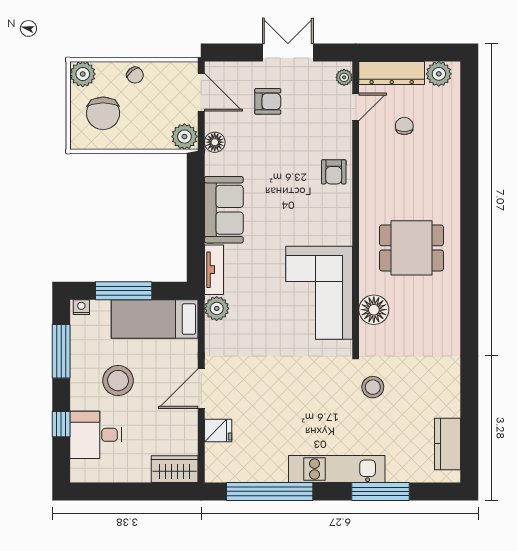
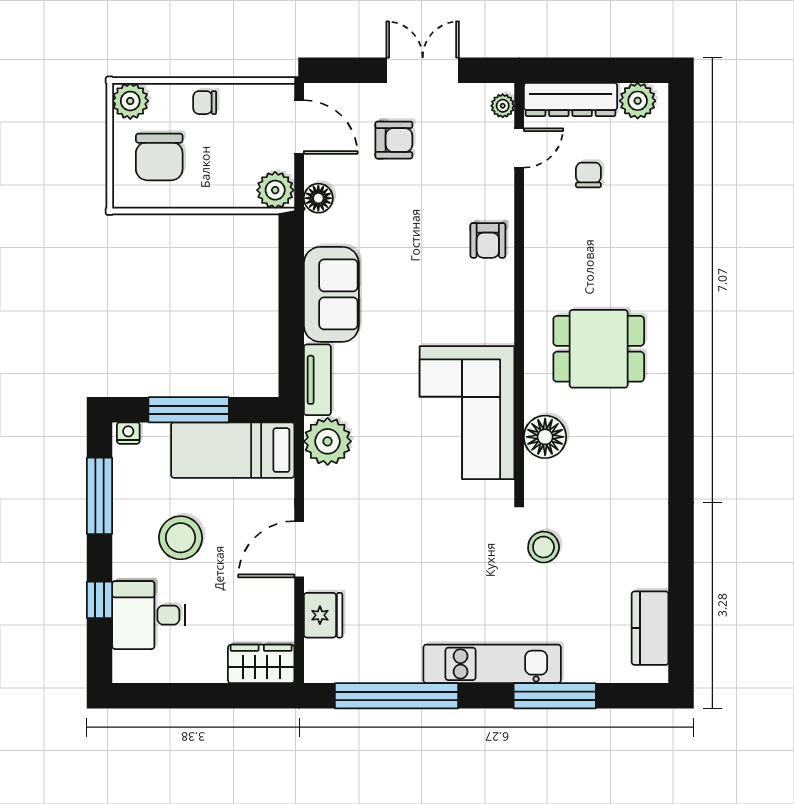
chair: (135, 75) -> (205, 103), turned 130
plant: (217, 308) -> (328, 441), width x1.36, depth x1.36
fridge: (218, 431) -> (323, 615), width x1.38

